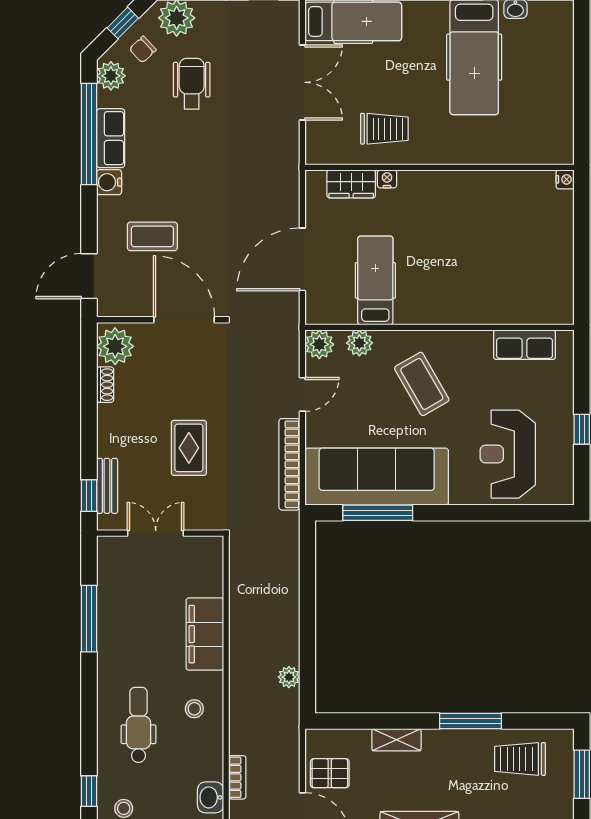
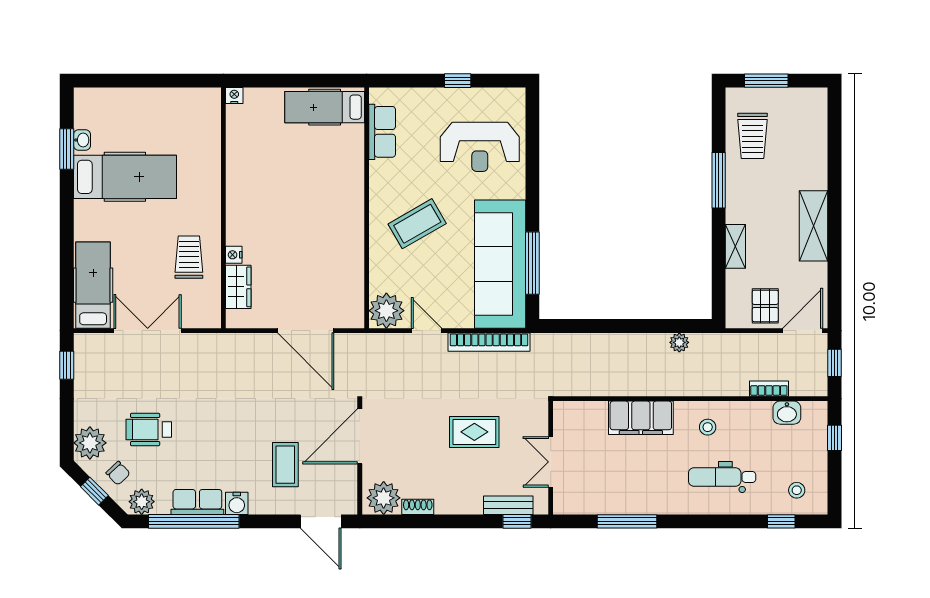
hospital bed: (375, 280) -> (325, 107), moved
plant: (359, 343) -> (381, 279), removed
plant: (319, 344) -> (386, 311), width x1.36, depth x1.36

